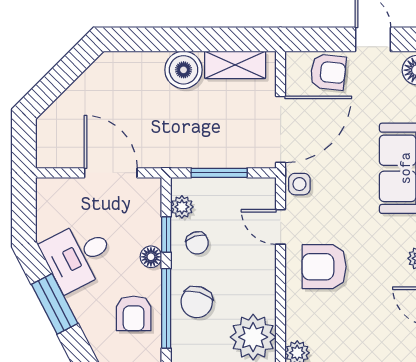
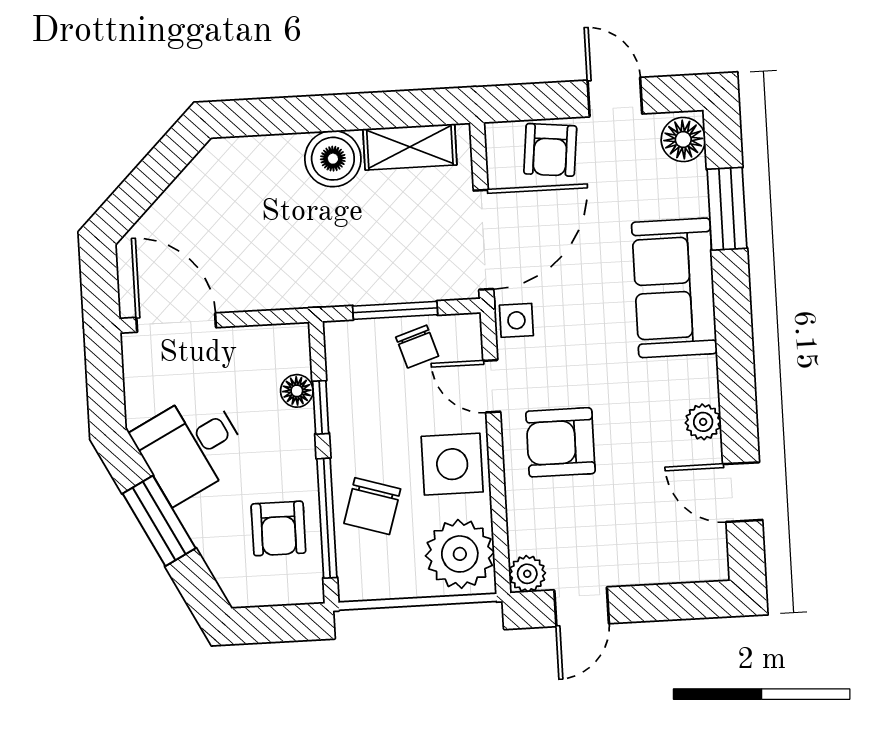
armchair: (328, 72) -> (550, 150), turned 90
door: (111, 173) -> (176, 323), moved
plant: (182, 207) -> (342, 364), removed
chair: (197, 243) -> (417, 347), moved
floor lamp: (151, 257) -> (297, 391), moved
side table: (251, 277) -> (452, 464), added

